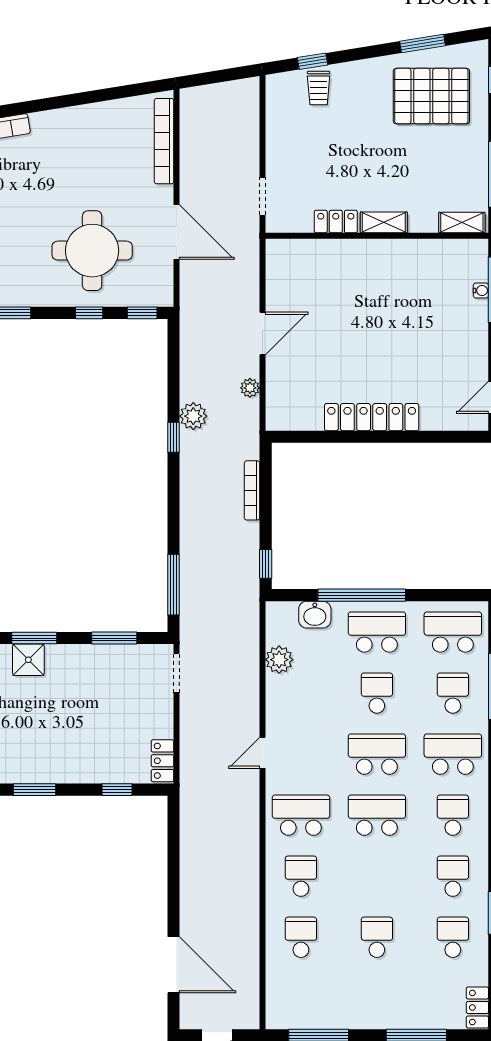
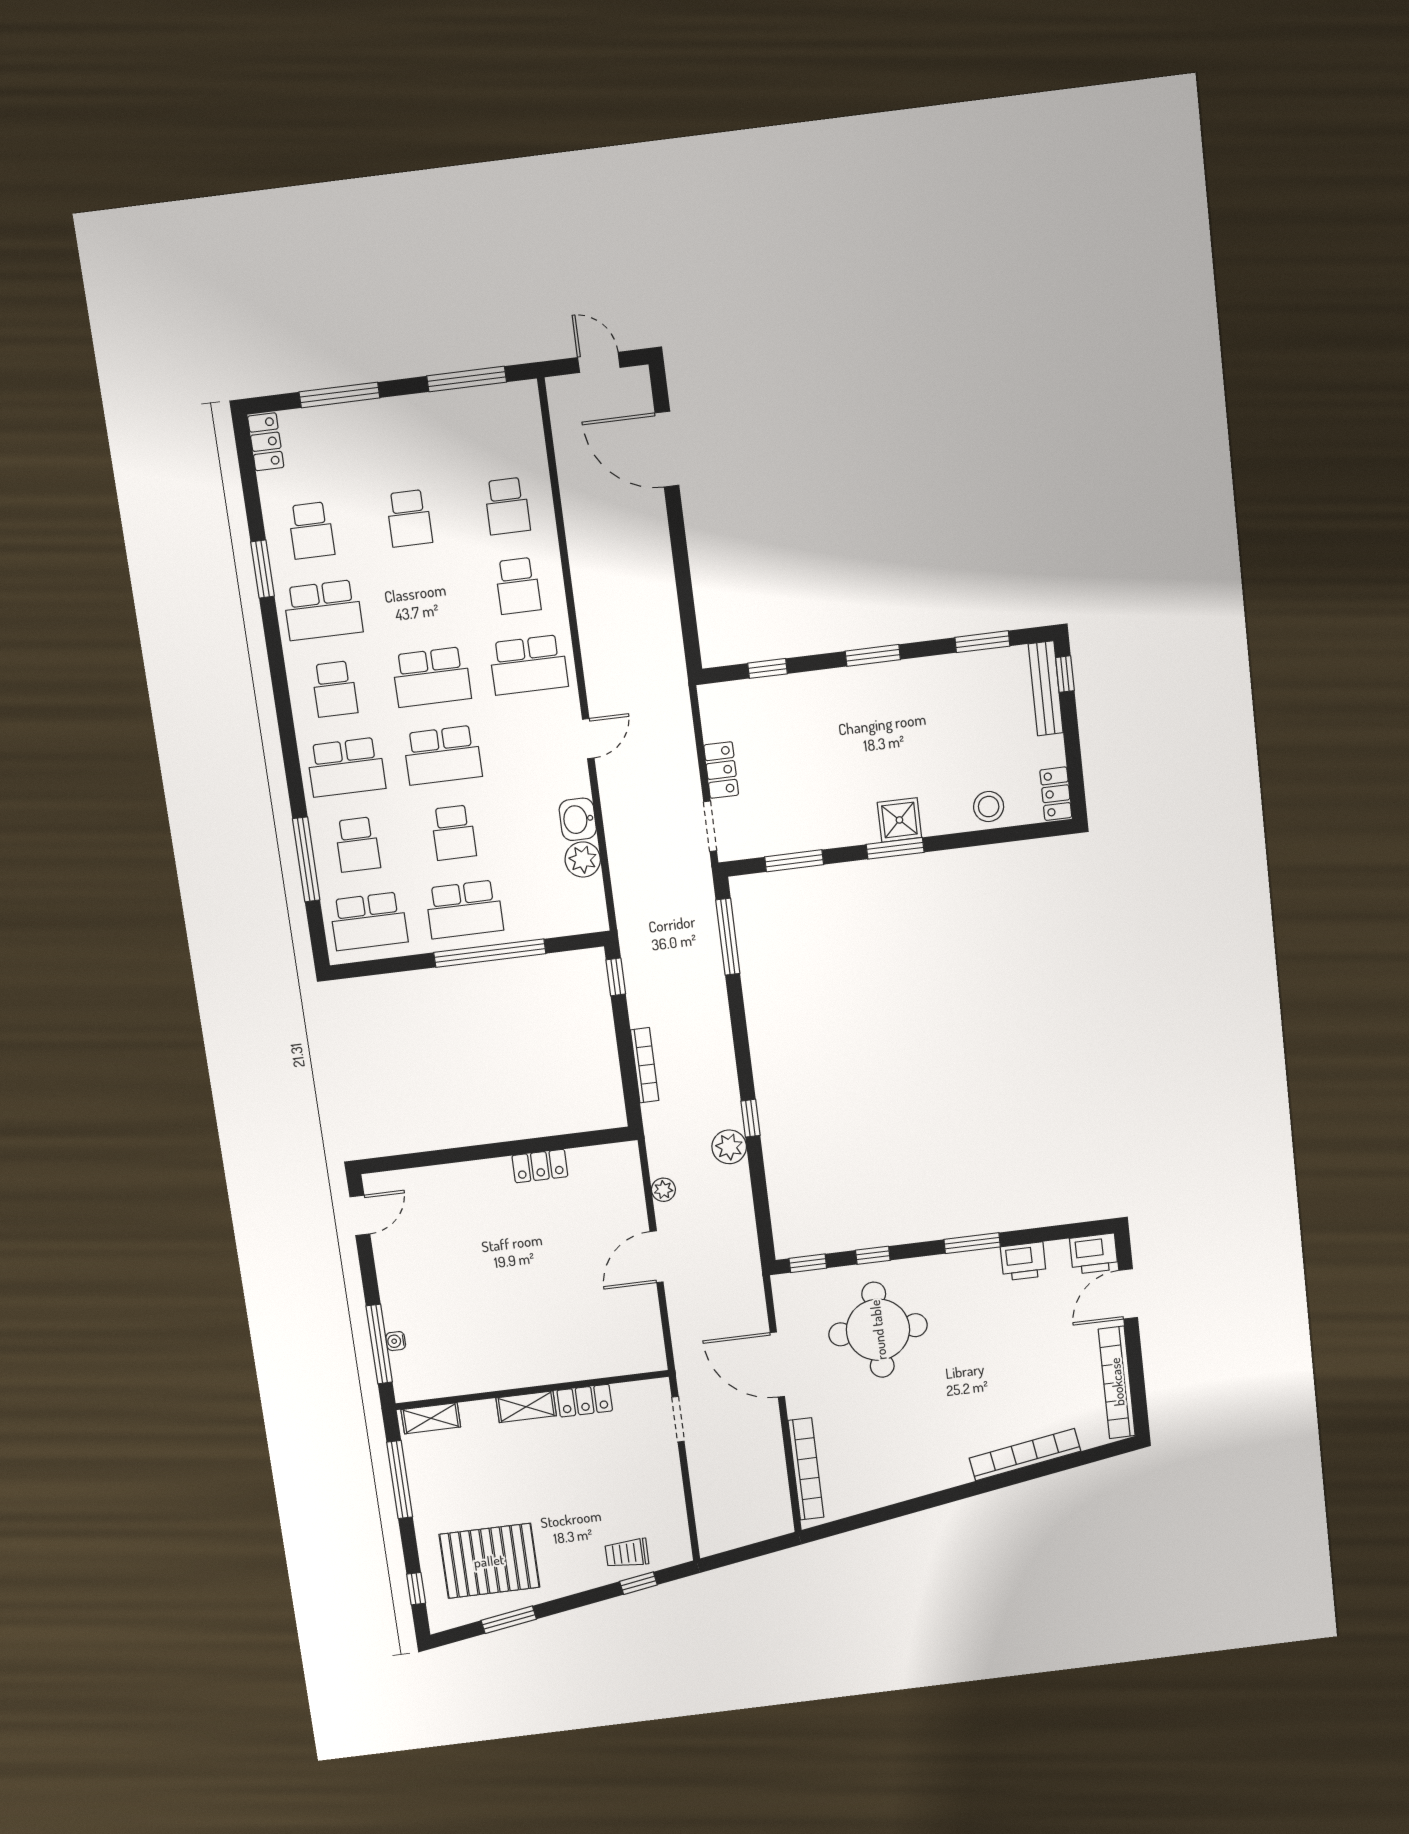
trolley: (319, 88) -> (627, 1553), turned -90
locker: (372, 417) -> (540, 1166), width x0.46, depth x0.83
washbasin: (315, 615) -> (578, 819), moved, turned -90
locker: (163, 761) -> (721, 770), moved
school desk: (453, 876) -> (323, 610), width x1.85

